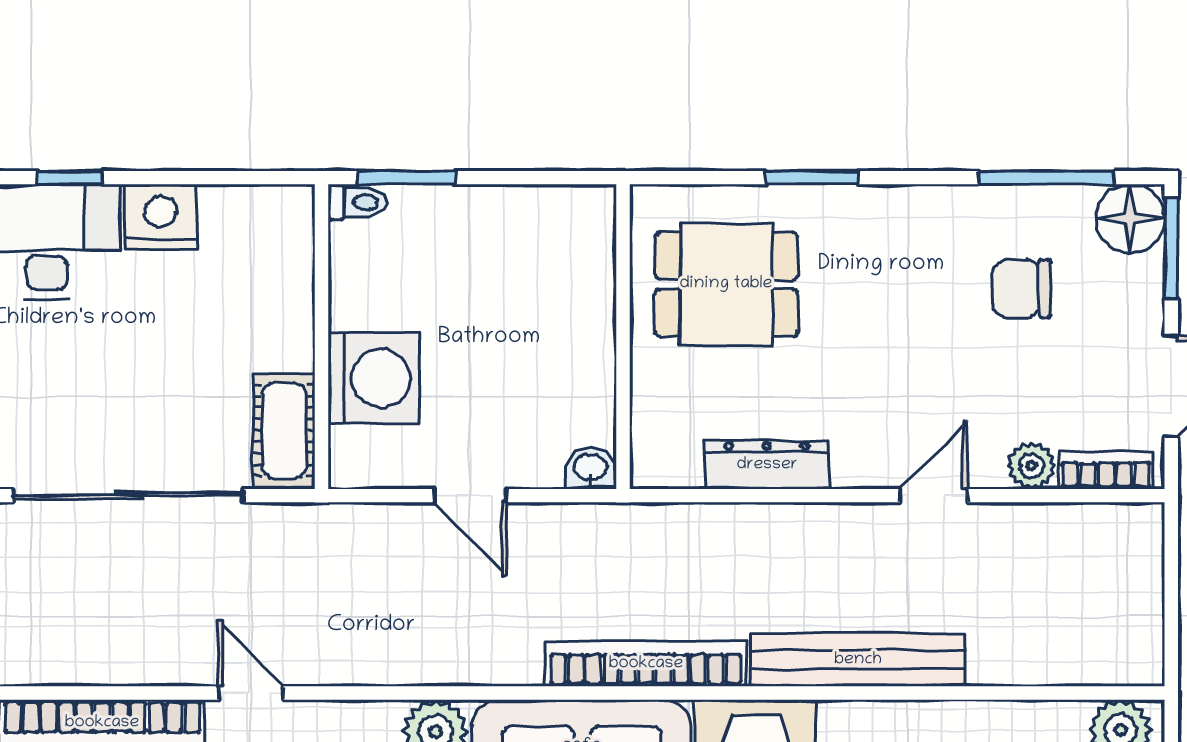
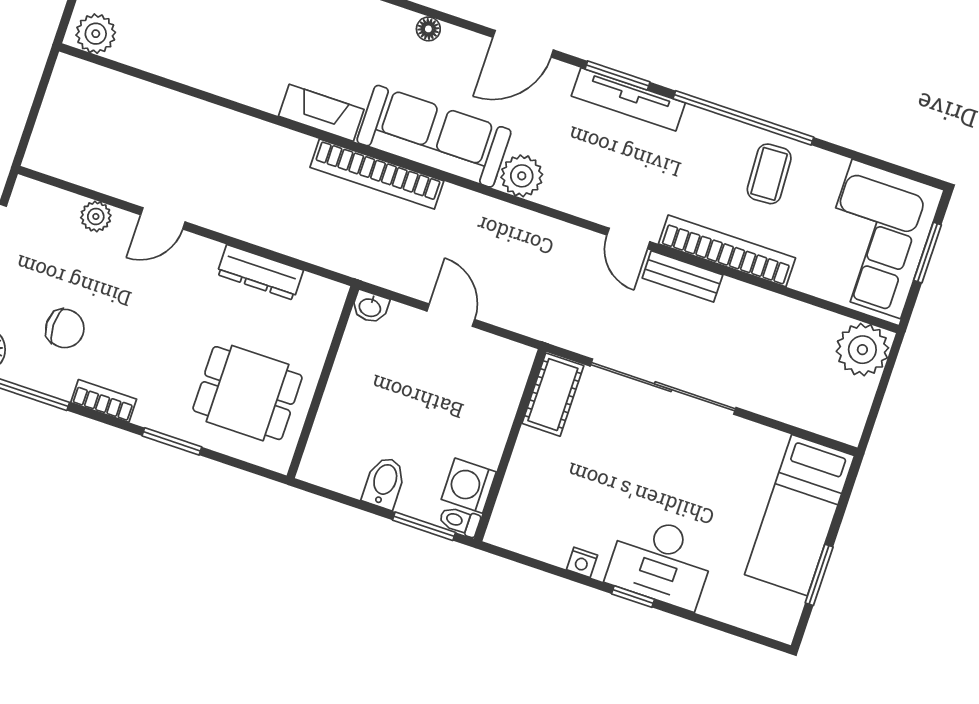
nightstand: (161, 217) -> (582, 562), width x0.53, depth x0.56
bidet: (485, 221) -> (384, 483), added
washing machine: (374, 378) -> (469, 486), moved, width x0.73, depth x0.73
bookcase: (1106, 470) -> (104, 401), moved, turned 180
bench: (858, 660) -> (682, 276), moved, width x0.54, depth x0.82

